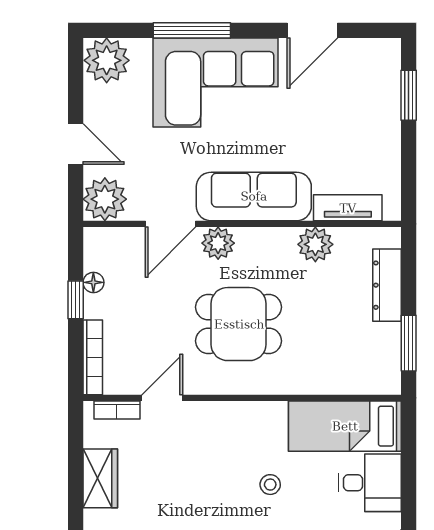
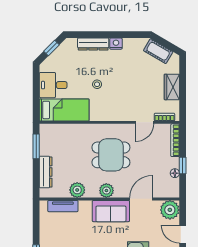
sofa: (254, 196) -> (111, 211), width x0.73
plant: (218, 243) -> (106, 191), moved

